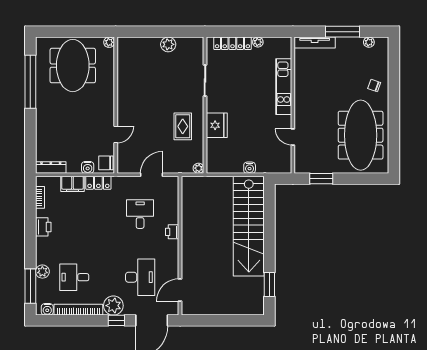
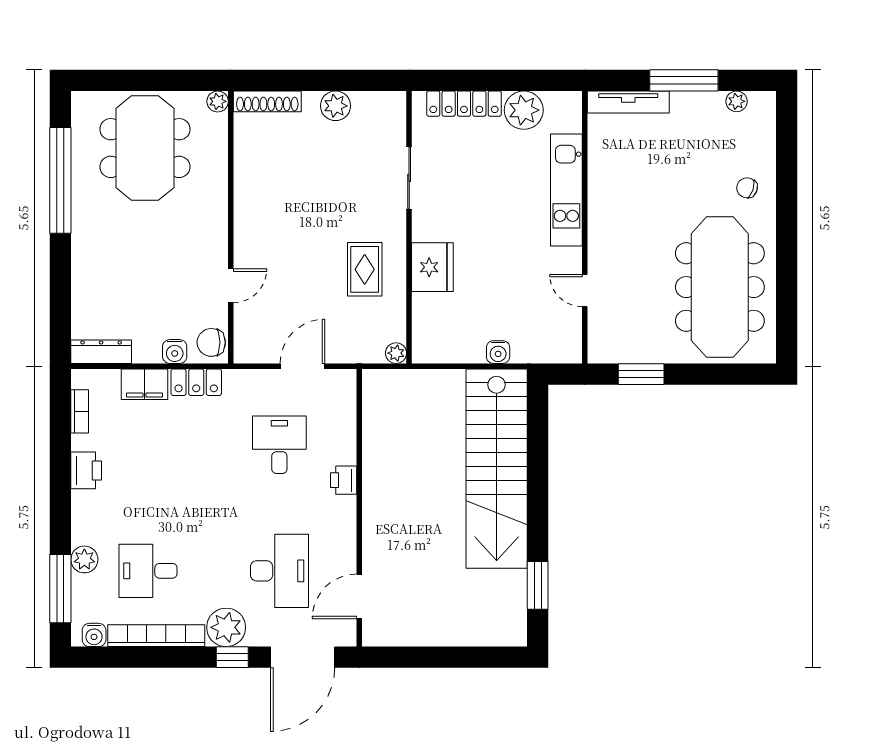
shoe rack: (134, 42) -> (267, 101), added
plant: (258, 42) -> (524, 110), width x1.88, depth x1.88

